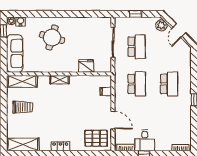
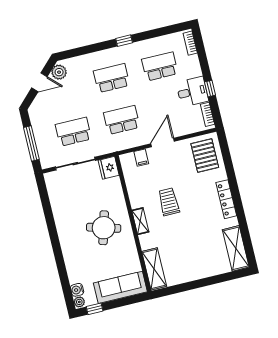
window: (135, 14) -> (31, 143), width x2.17
plant: (161, 25) -> (59, 72), moved
round table: (52, 37) -> (104, 228), moved
fridge: (86, 66) -> (109, 168), moved
trolley: (23, 107) -> (169, 202), moved
door: (113, 120) -> (163, 142), moved
school desk: (169, 121) -> (160, 66), added
locker: (60, 146) -> (226, 199), width x1.53

